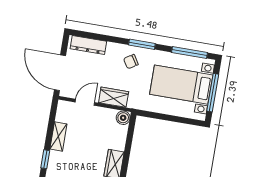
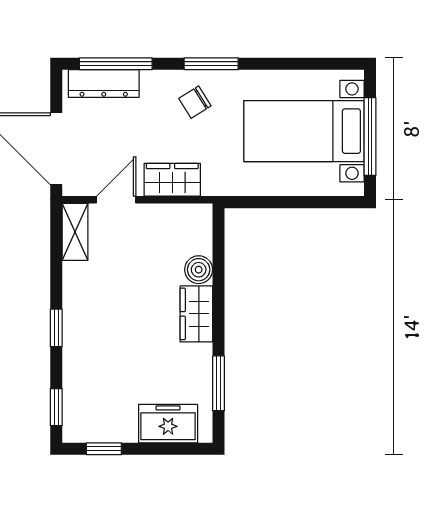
window: (190, 52) -> (116, 64), moved
boiler: (123, 118) -> (199, 270), moved
shelving: (58, 136) -> (75, 232), moved

